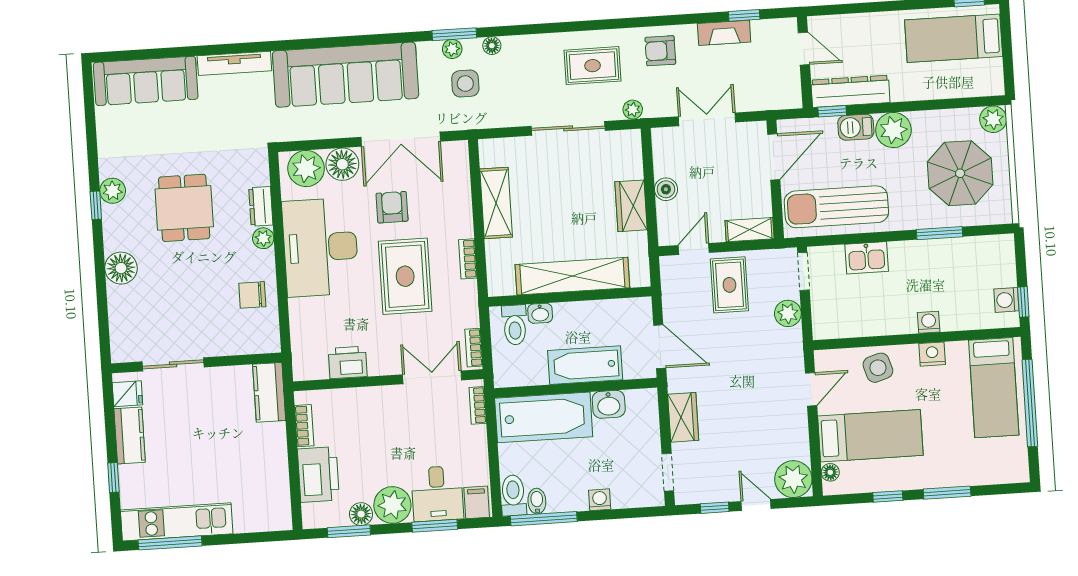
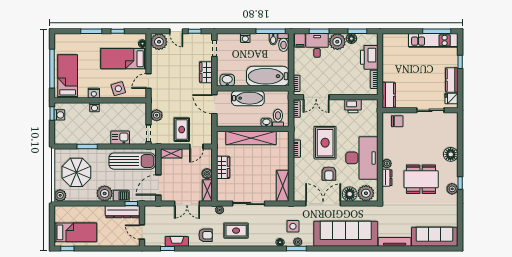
shelving: (663, 152) -> (207, 190), added
shelving: (496, 203) -> (283, 186), moved
dining table: (184, 208) -> (421, 179), width x1.37
chair: (252, 295) -> (397, 121), moved
washbasin: (609, 404) -> (227, 80), moved

